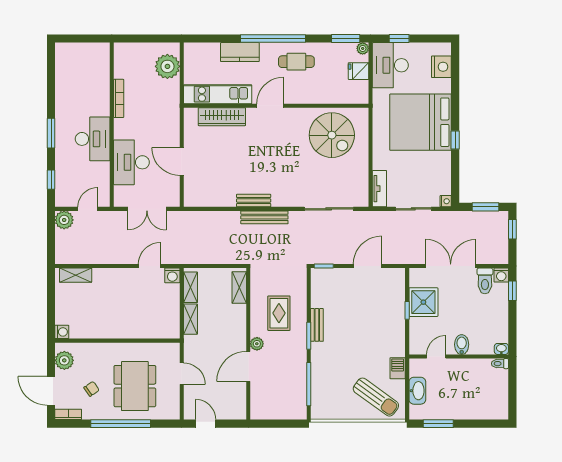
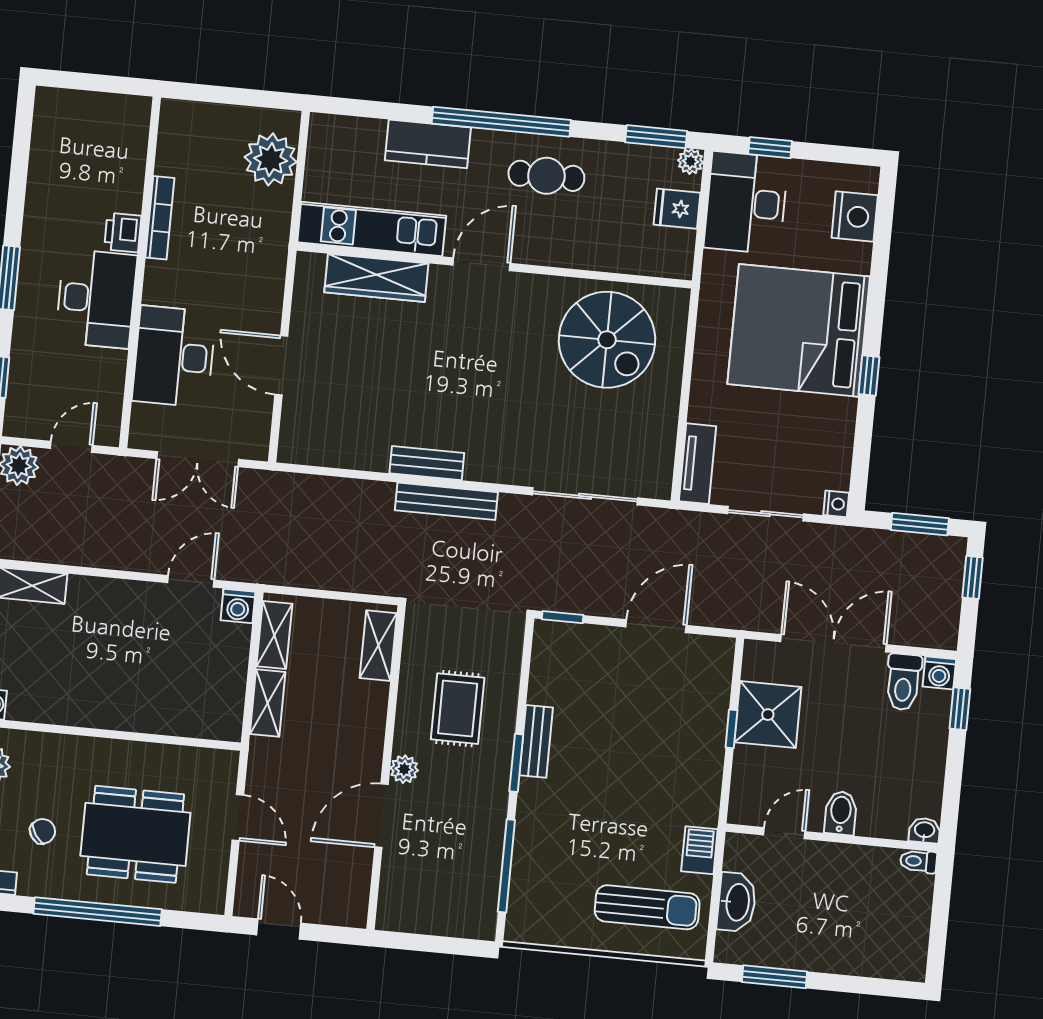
printer: (102, 107) -> (123, 233), added
dining table: (135, 386) -> (135, 834), turned 90
sun lounger: (376, 397) -> (647, 907), turned -36

